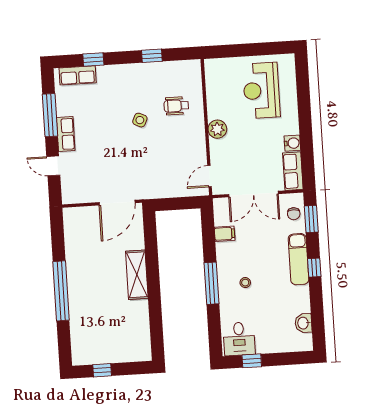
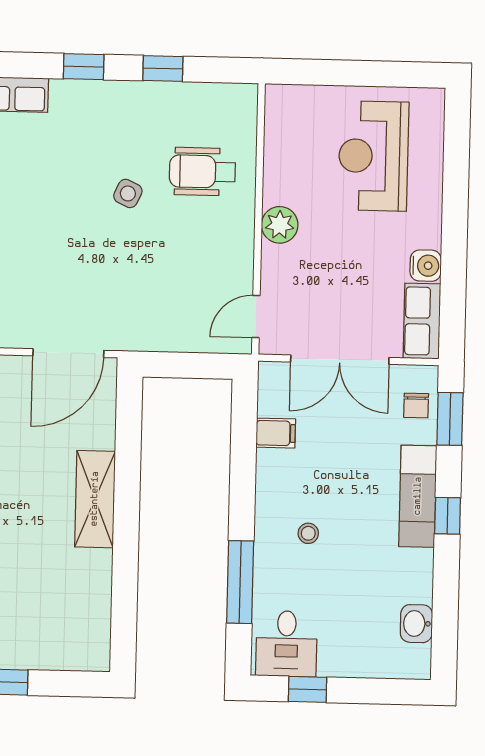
window: (93, 60) -> (84, 67), moved
wheelchair: (176, 106) -> (202, 172), width x1.36, depth x1.37
window: (212, 283) -> (240, 582), moved

